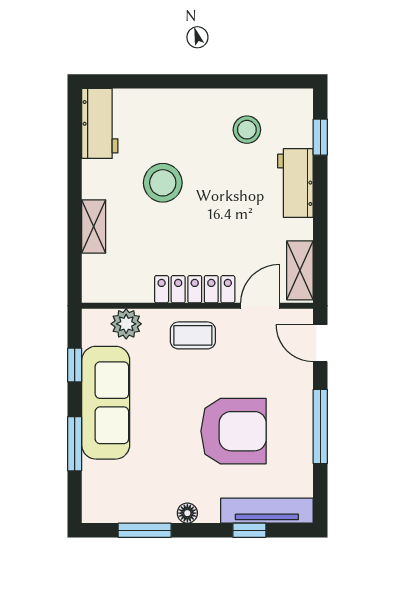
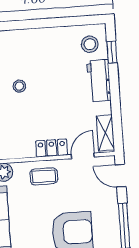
stool: (247, 130) -> (90, 44), moved
stool: (163, 183) -> (19, 86), width x0.53, depth x0.53
locker: (195, 289) -> (52, 148), width x0.66

